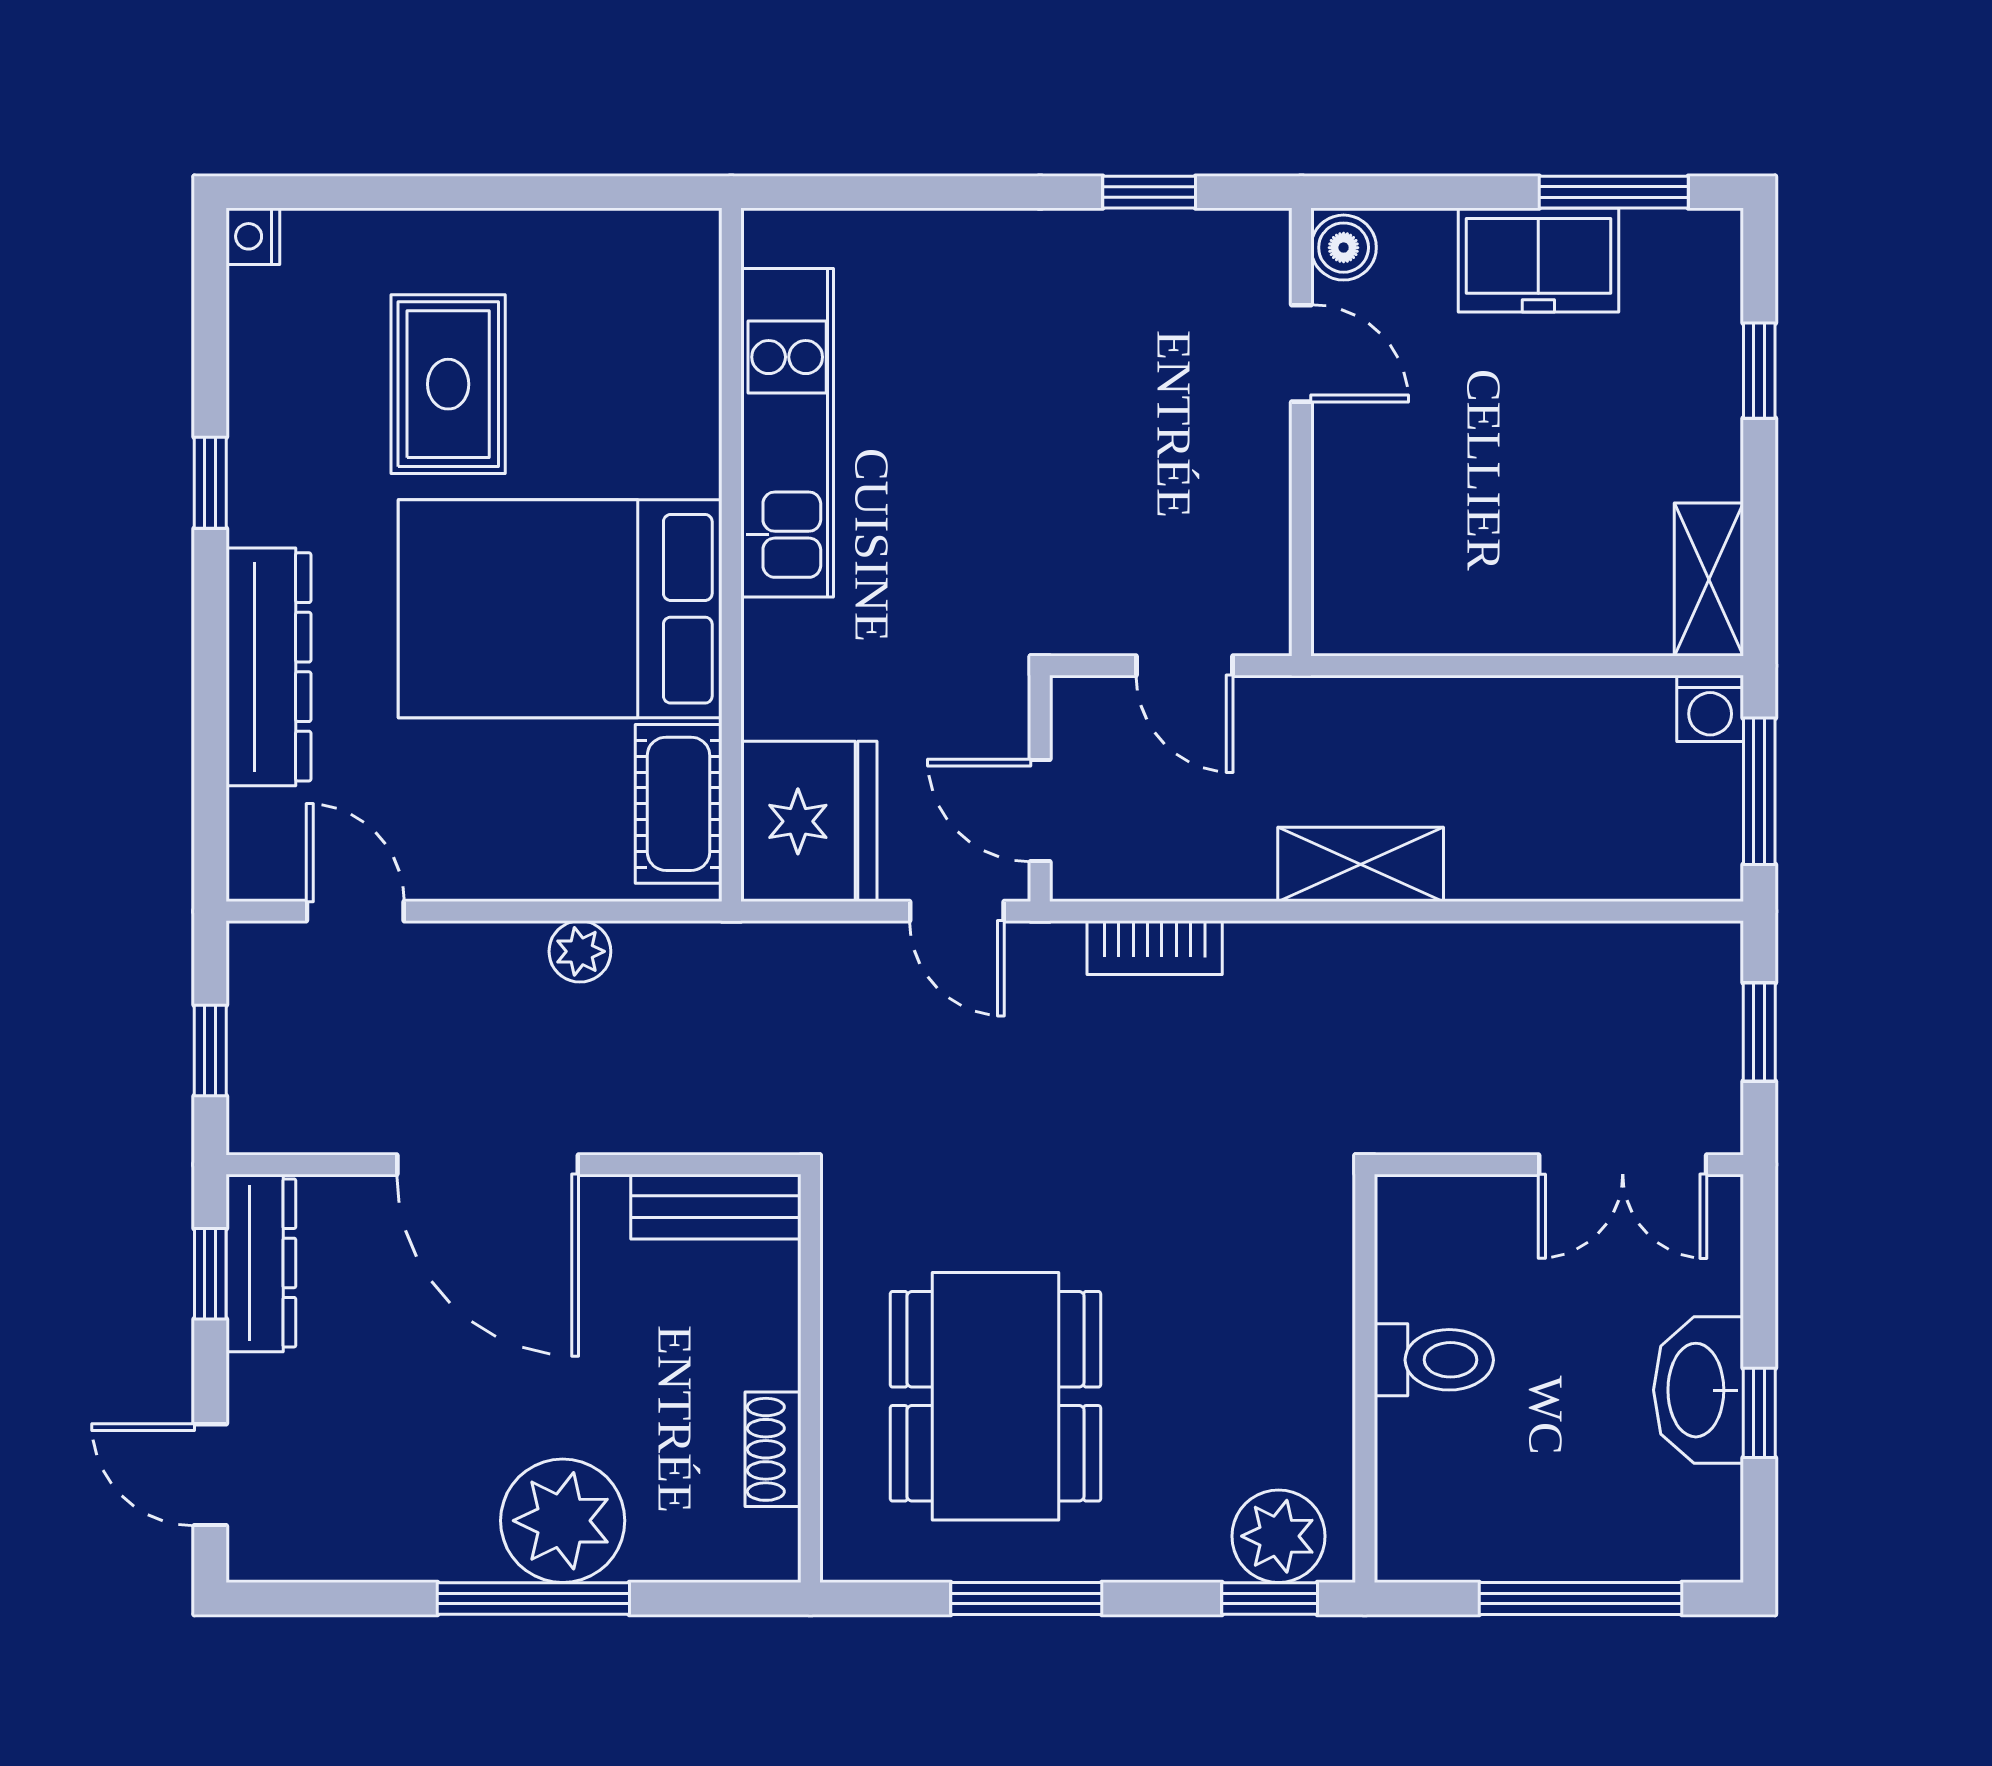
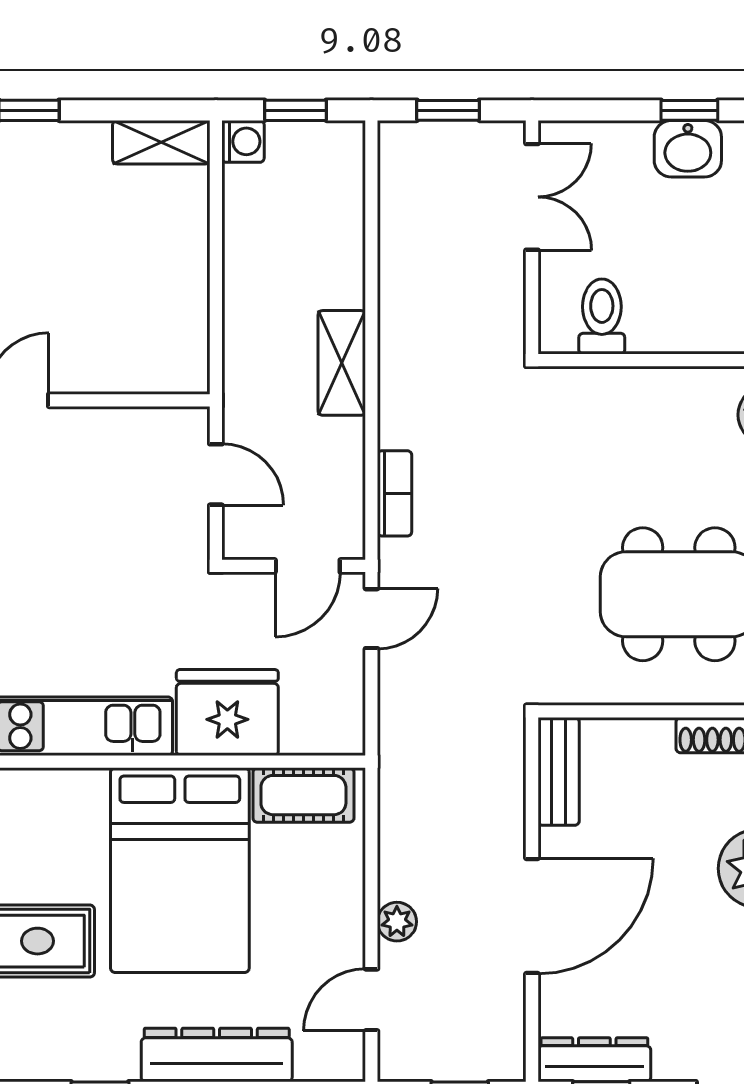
door: (1185, 666) -> (216, 474), hinge flipped
window: (1759, 791) -> (295, 110), width x0.67
fridge: (809, 821) -> (227, 713), moved
plant: (580, 951) -> (397, 922), moved
toilet: (1434, 1360) -> (602, 316), moved
washbasin: (1699, 1390) -> (688, 149), width x0.72

